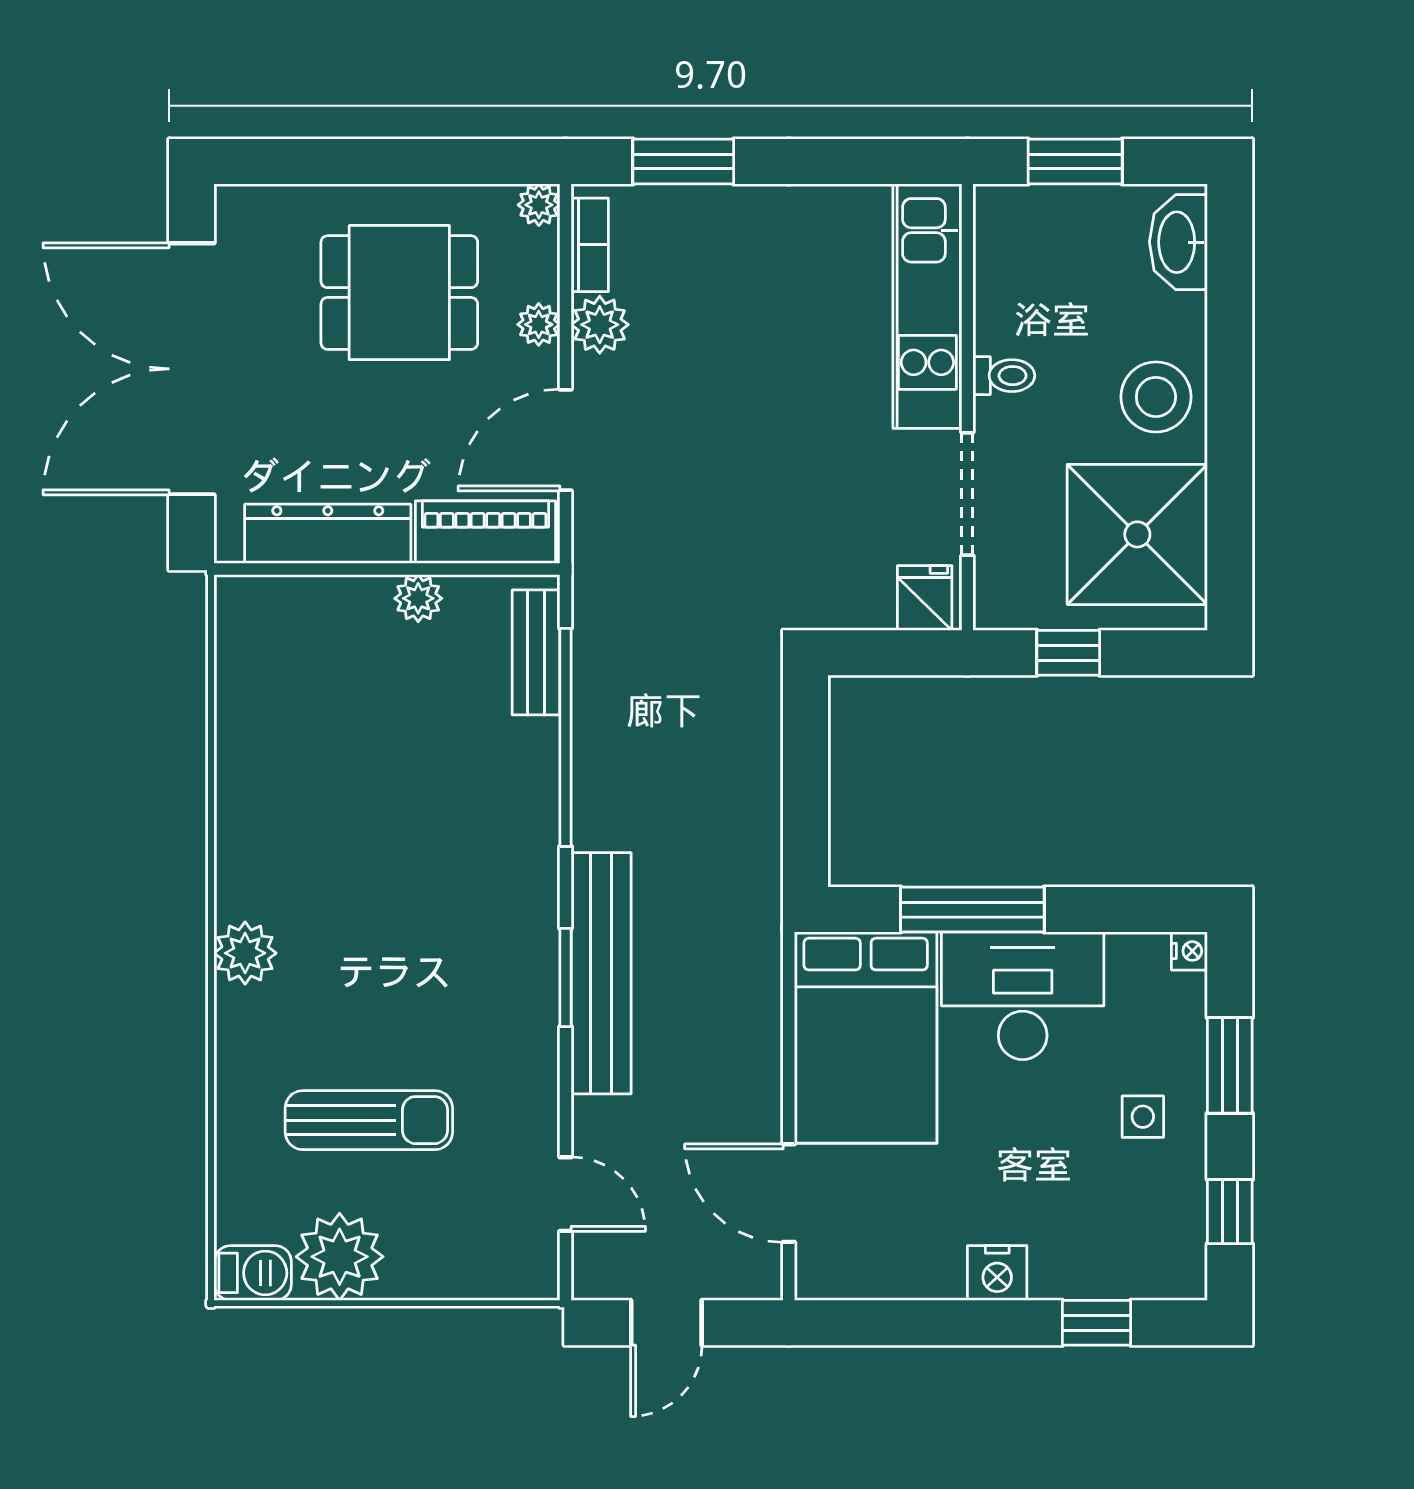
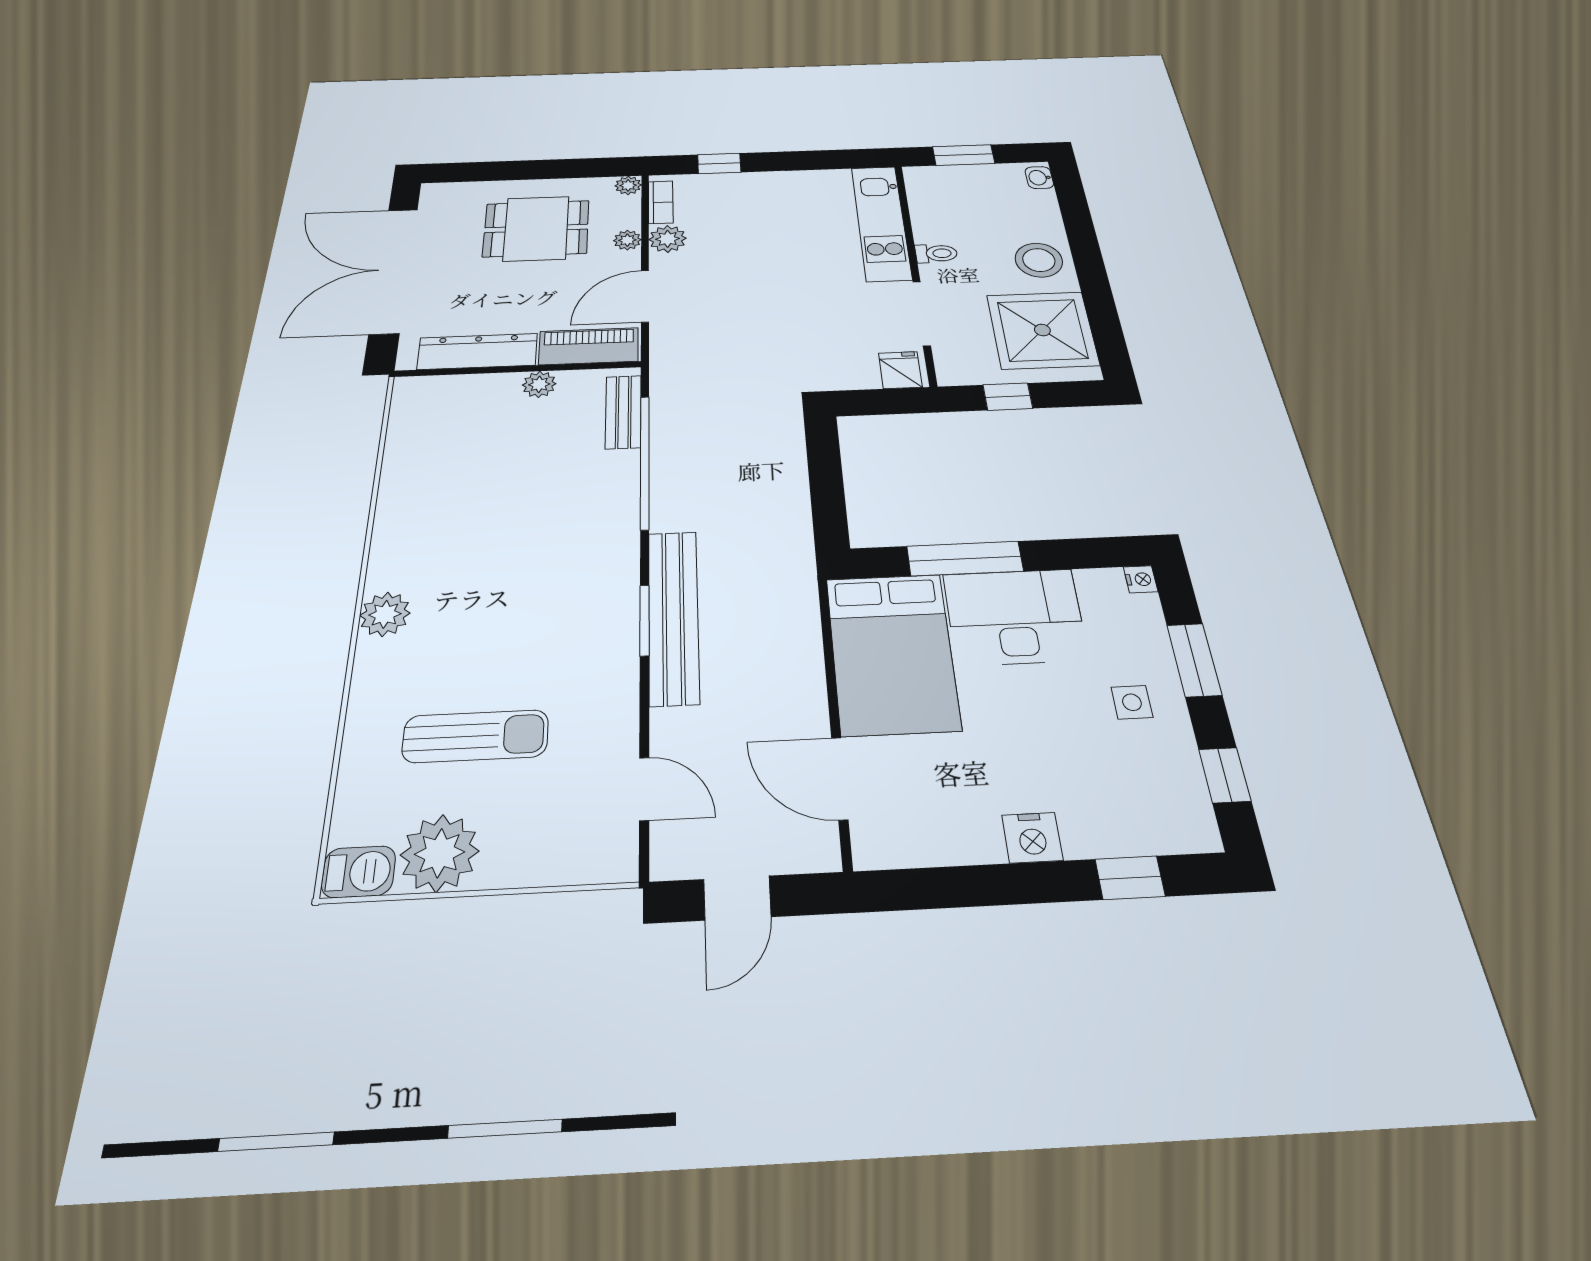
window: (683, 162) -> (719, 163), width x0.67
washbasin: (1178, 242) -> (1039, 178), width x0.52, depth x0.69

